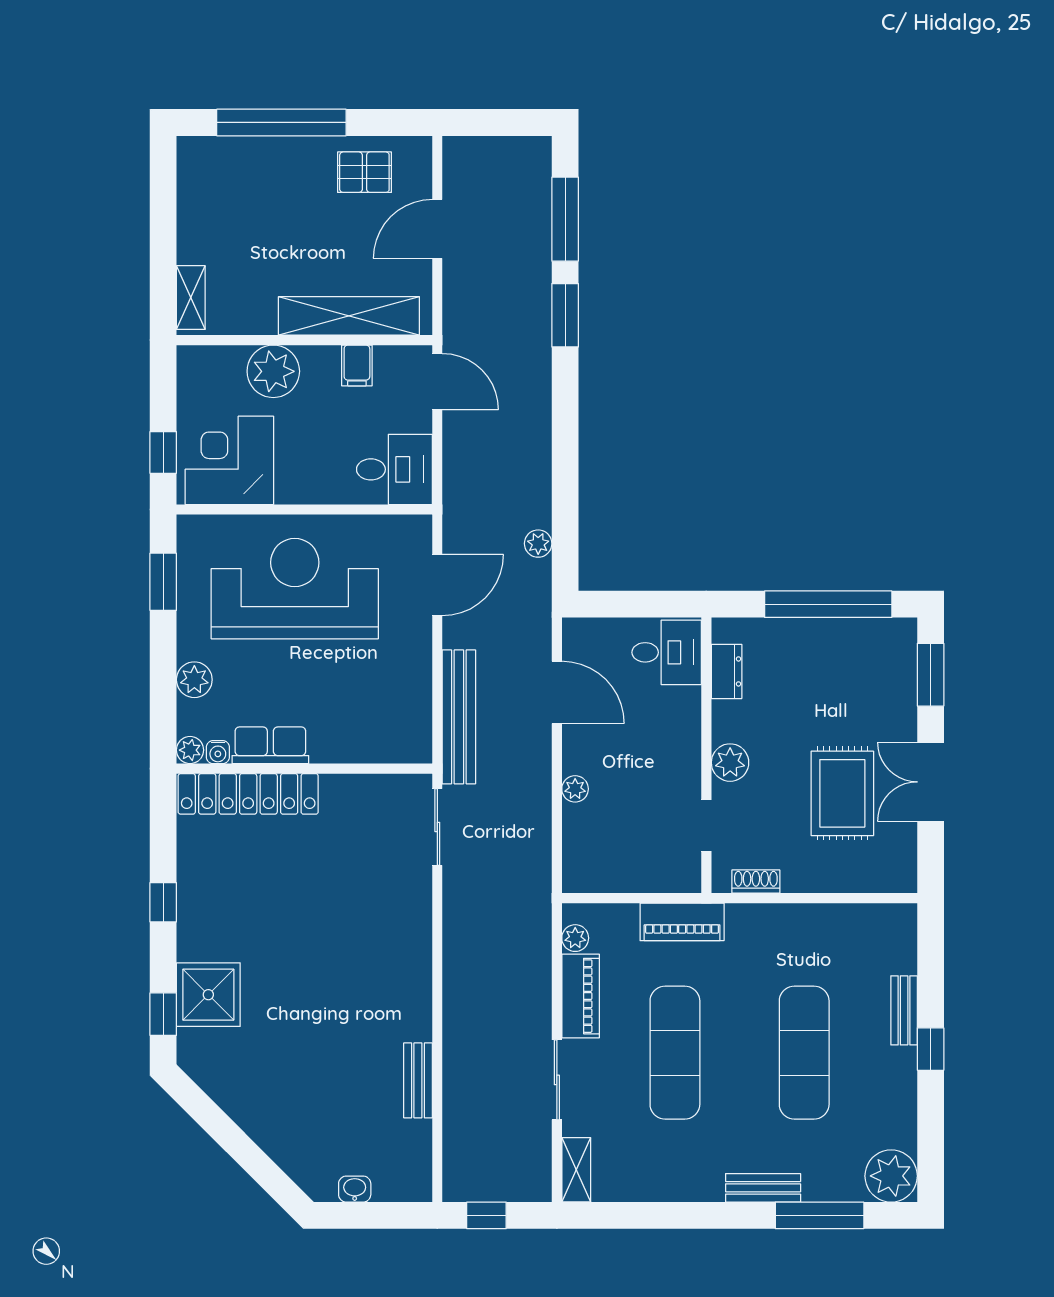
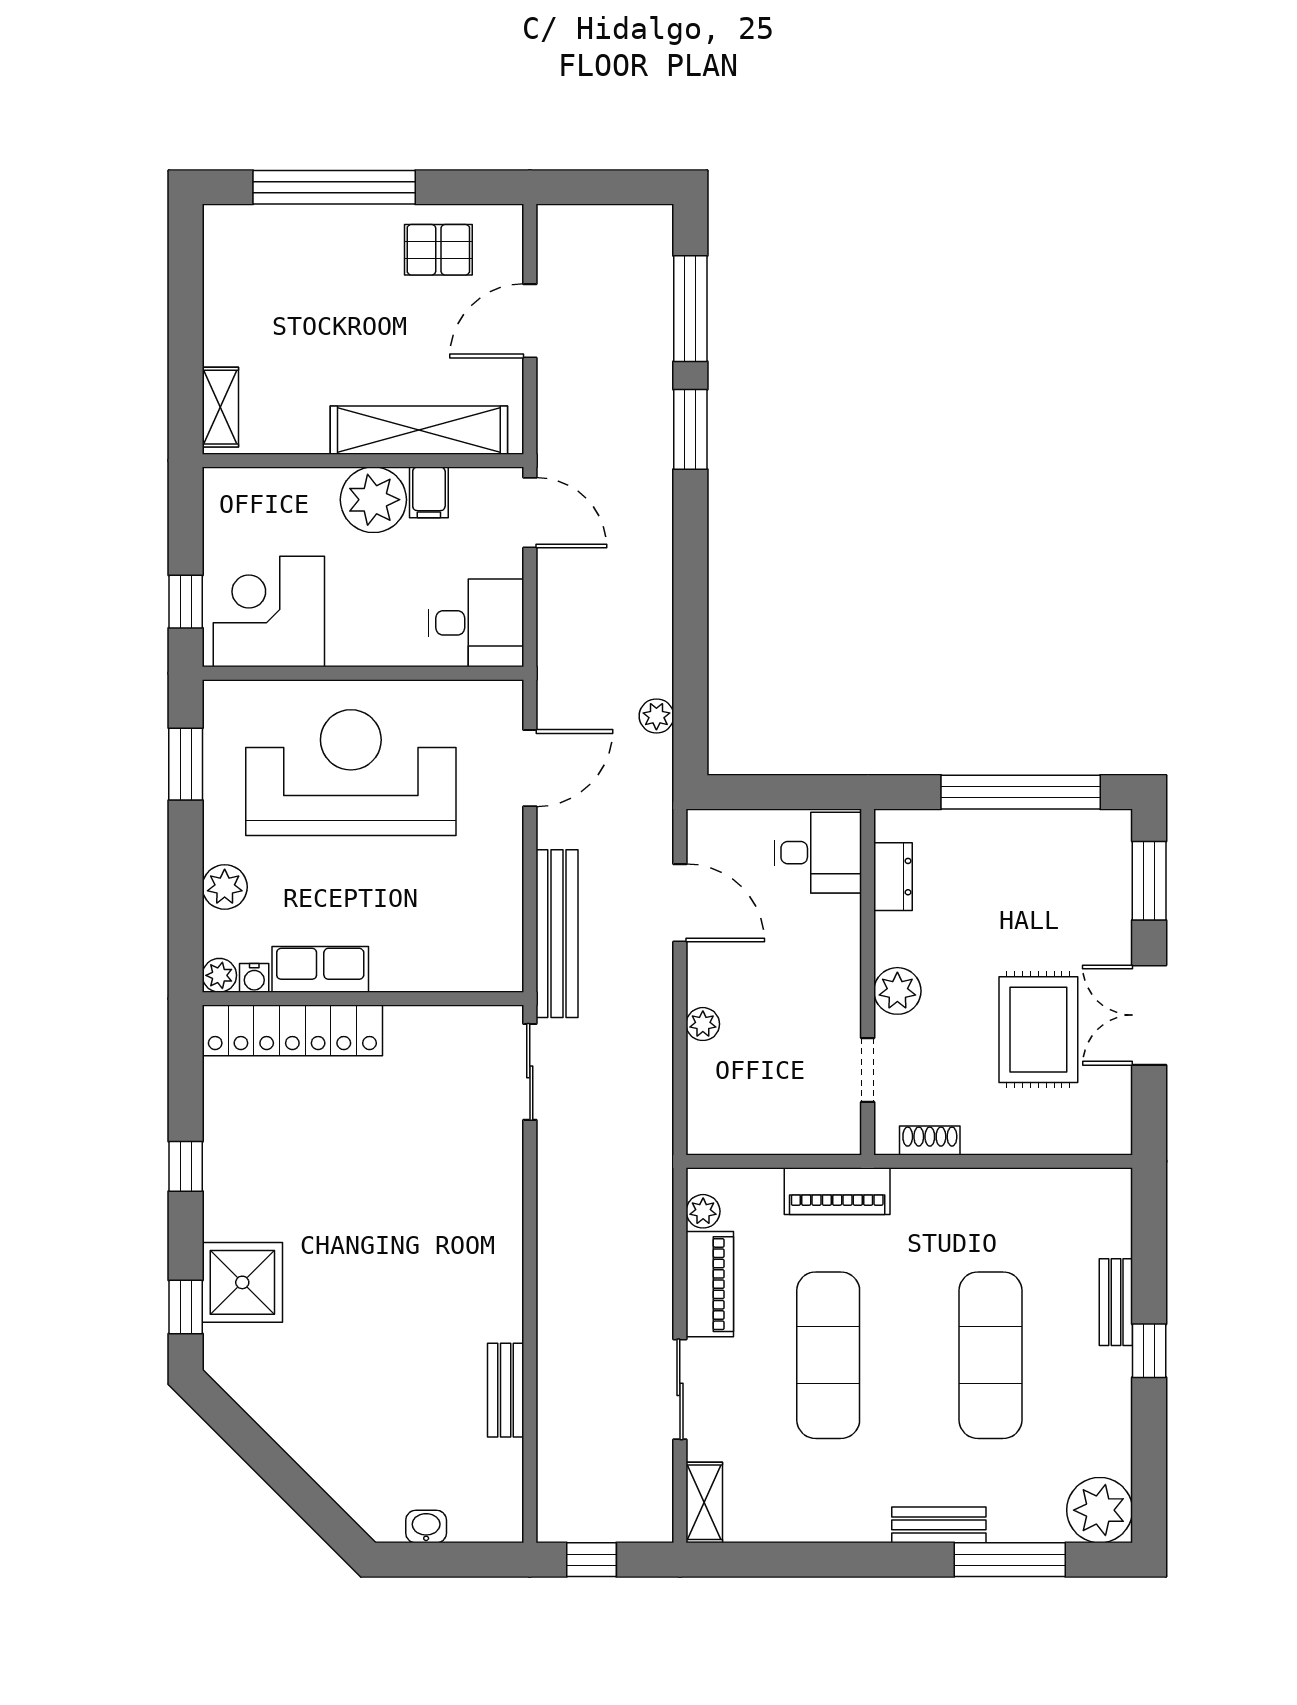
plant: (273, 371) -> (373, 500), moved

